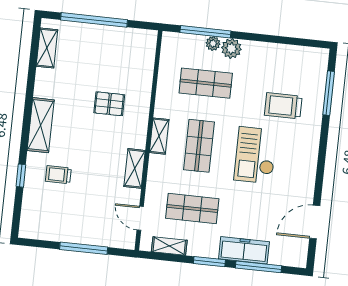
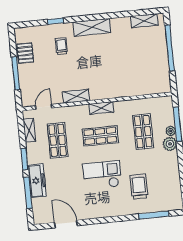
pallet: (109, 104) -> (25, 53), moved

